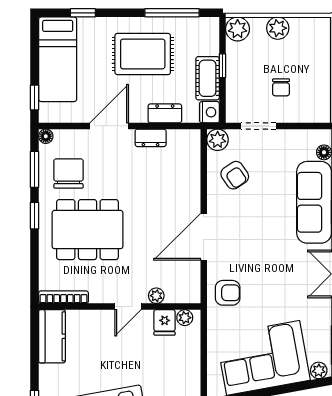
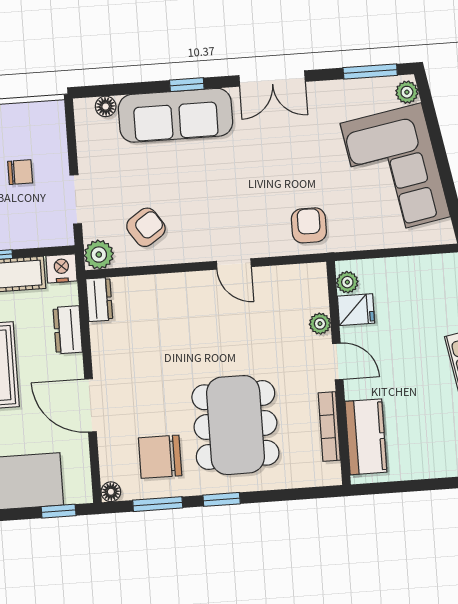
dresser: (151, 138) -> (99, 299), moved
door: (204, 237) -> (234, 264), width x0.53
bookcase: (63, 297) -> (329, 427), moved
kitchen counter: (52, 336) -> (366, 437), moved, turned 90

